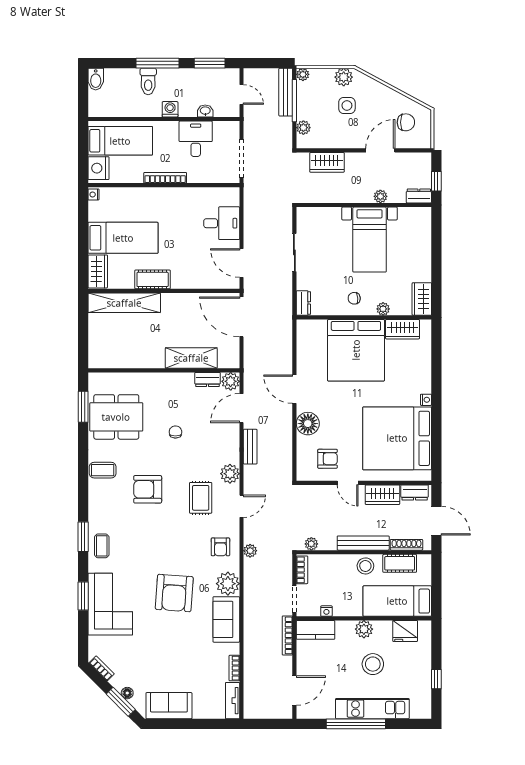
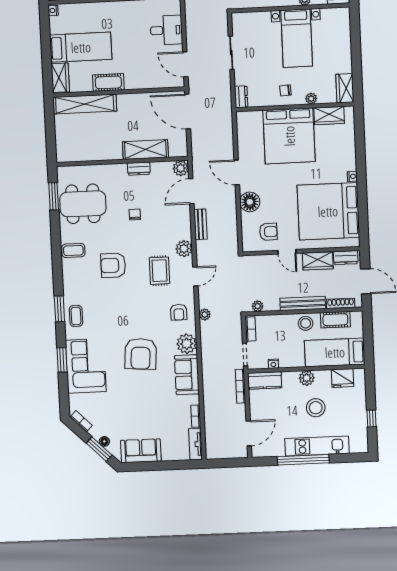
dresser: (207, 379) -> (139, 169), moved

